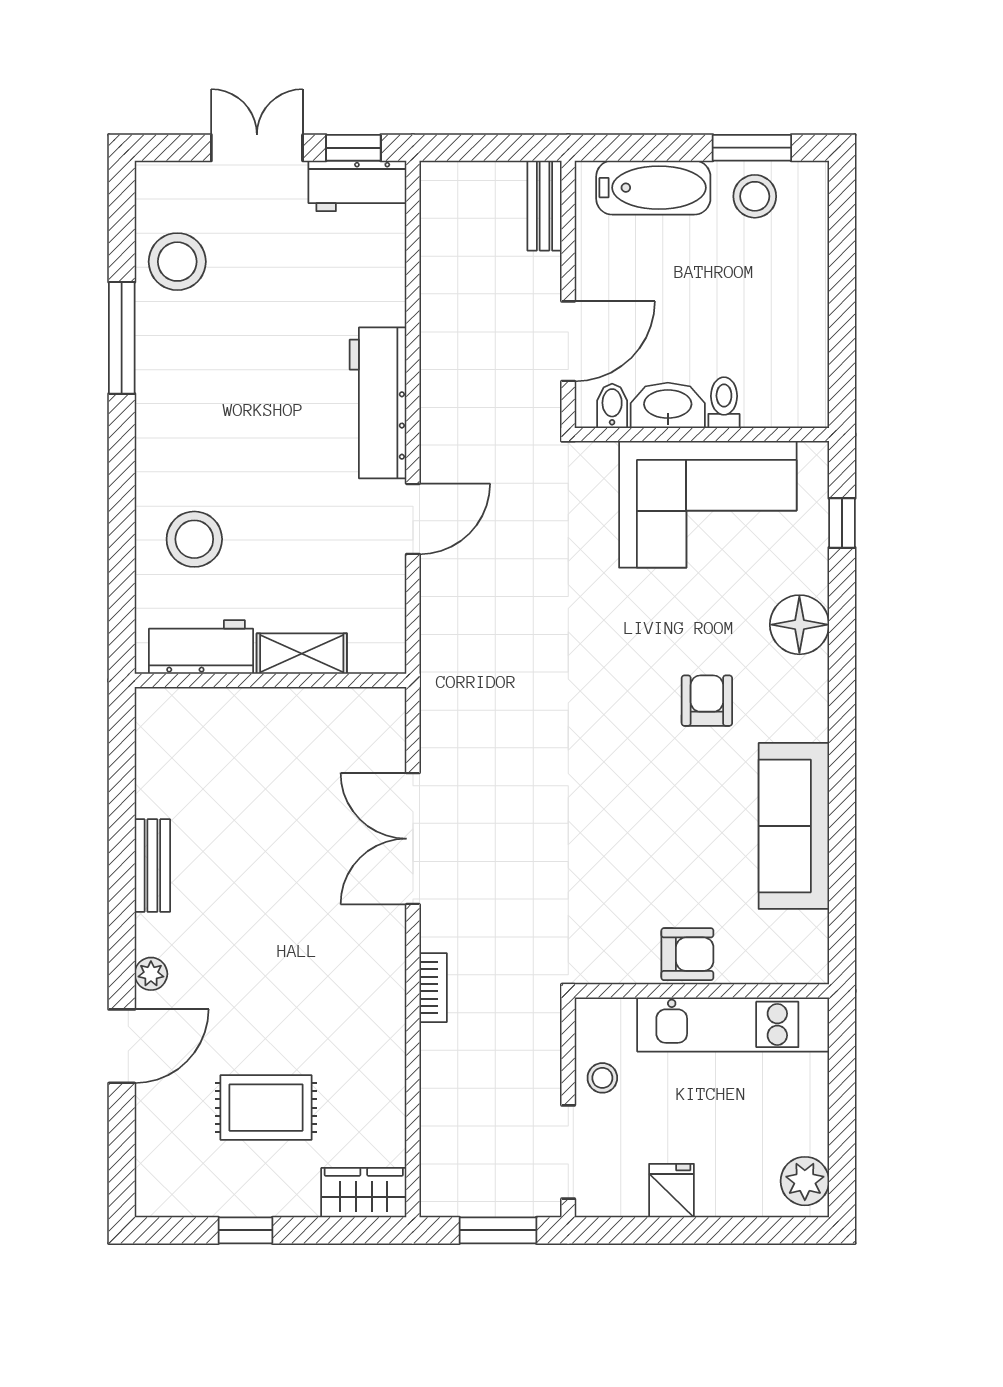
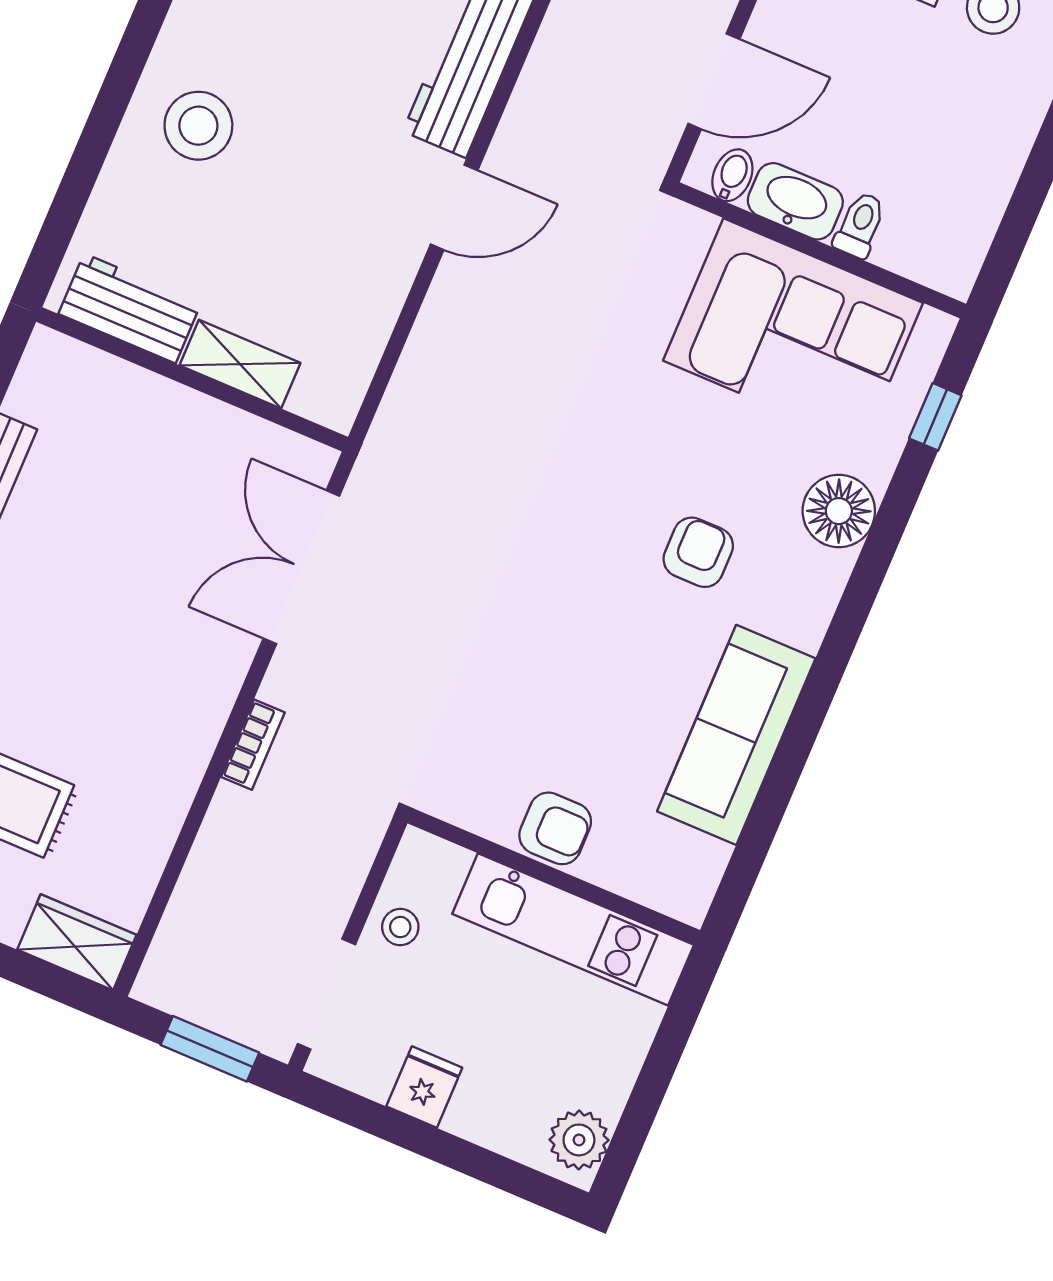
workbench: (201, 647) -> (130, 308), moved
shelving: (302, 654) -> (240, 364), moved
wall: (271, 680) -> (192, 379), moved

